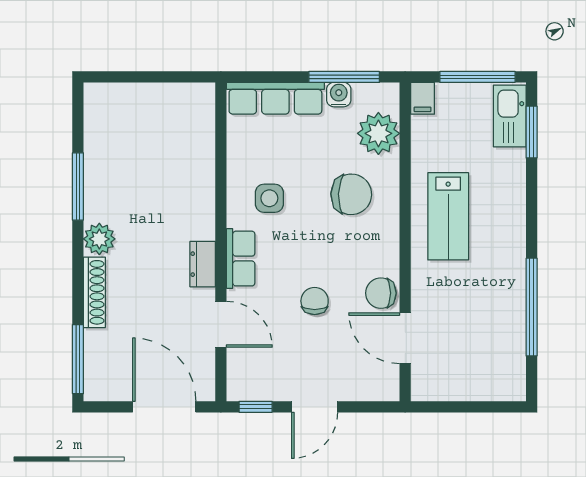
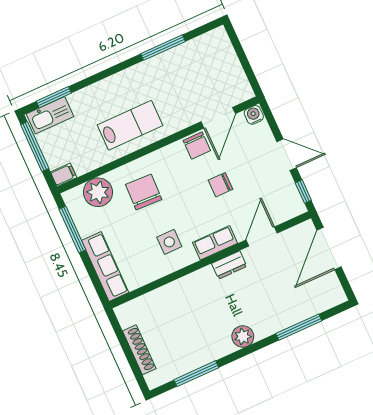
water cooler: (339, 95) -> (254, 115), moved, turned 90
window: (78, 186) -> (196, 374), moved
shoe rack: (94, 292) -> (139, 350), moved, turned 90
window: (532, 307) -> (163, 48), width x0.68
window: (78, 359) -> (299, 327), moved

